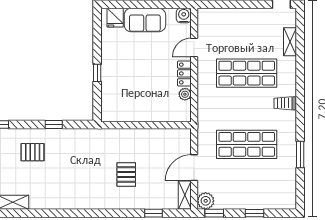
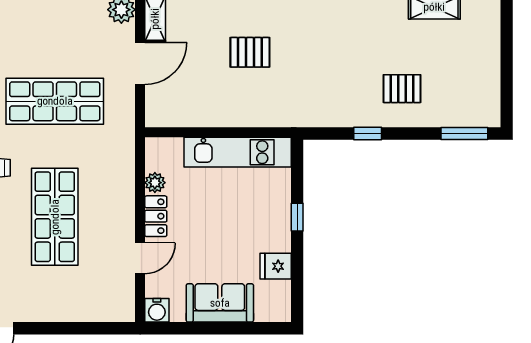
fridge: (115, 18) -> (276, 266), moved, turned -90
shop shelf: (247, 73) -> (55, 217), turned 90
kitchen unit: (134, 113) -> (238, 152), added
pallet: (126, 175) -> (250, 52), turned 90

